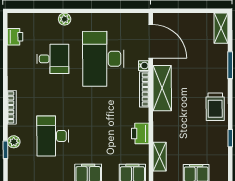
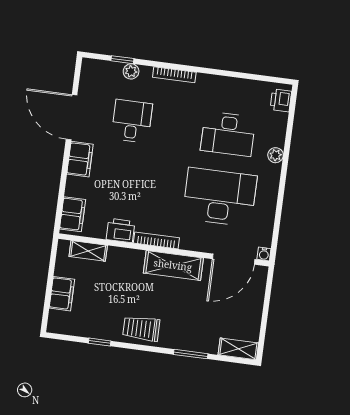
printer: (15, 37) -> (281, 100), moved, turned 90
desk: (53, 59) -> (228, 134), width x1.37
water cooler: (144, 66) -> (264, 254), moved
bookcase: (144, 89) -> (156, 240), moved
desk: (53, 136) -> (132, 121), width x0.73

